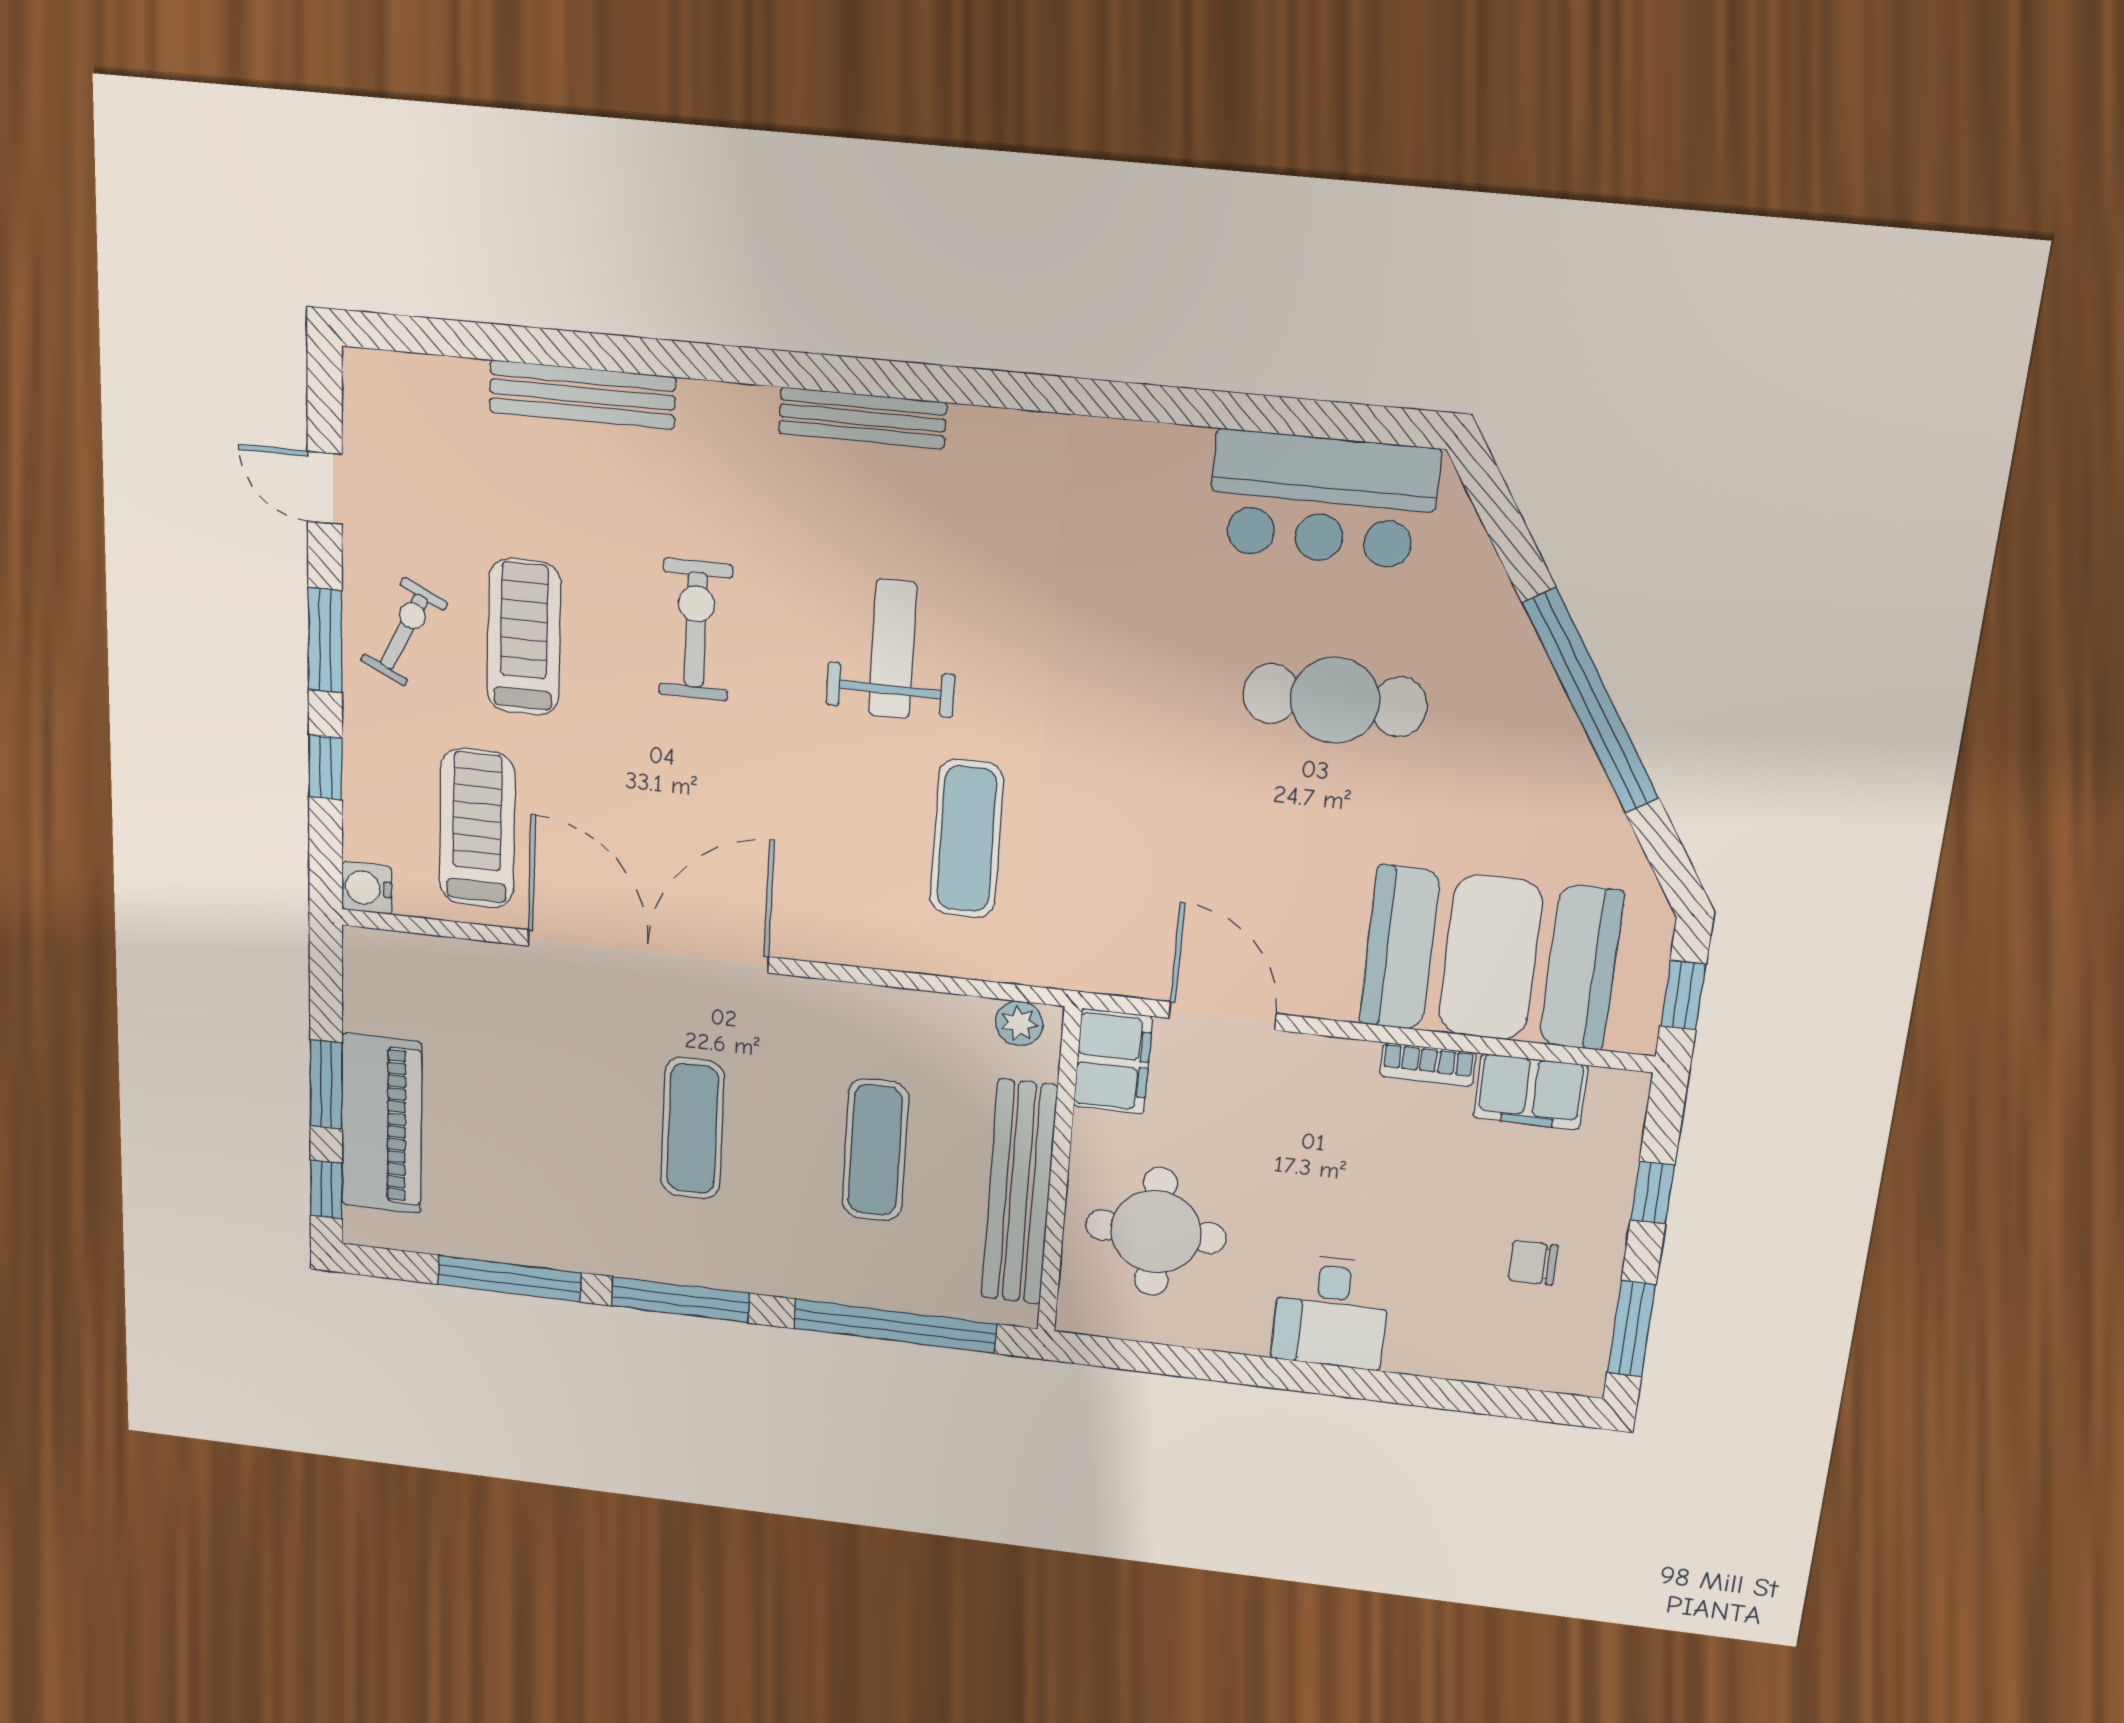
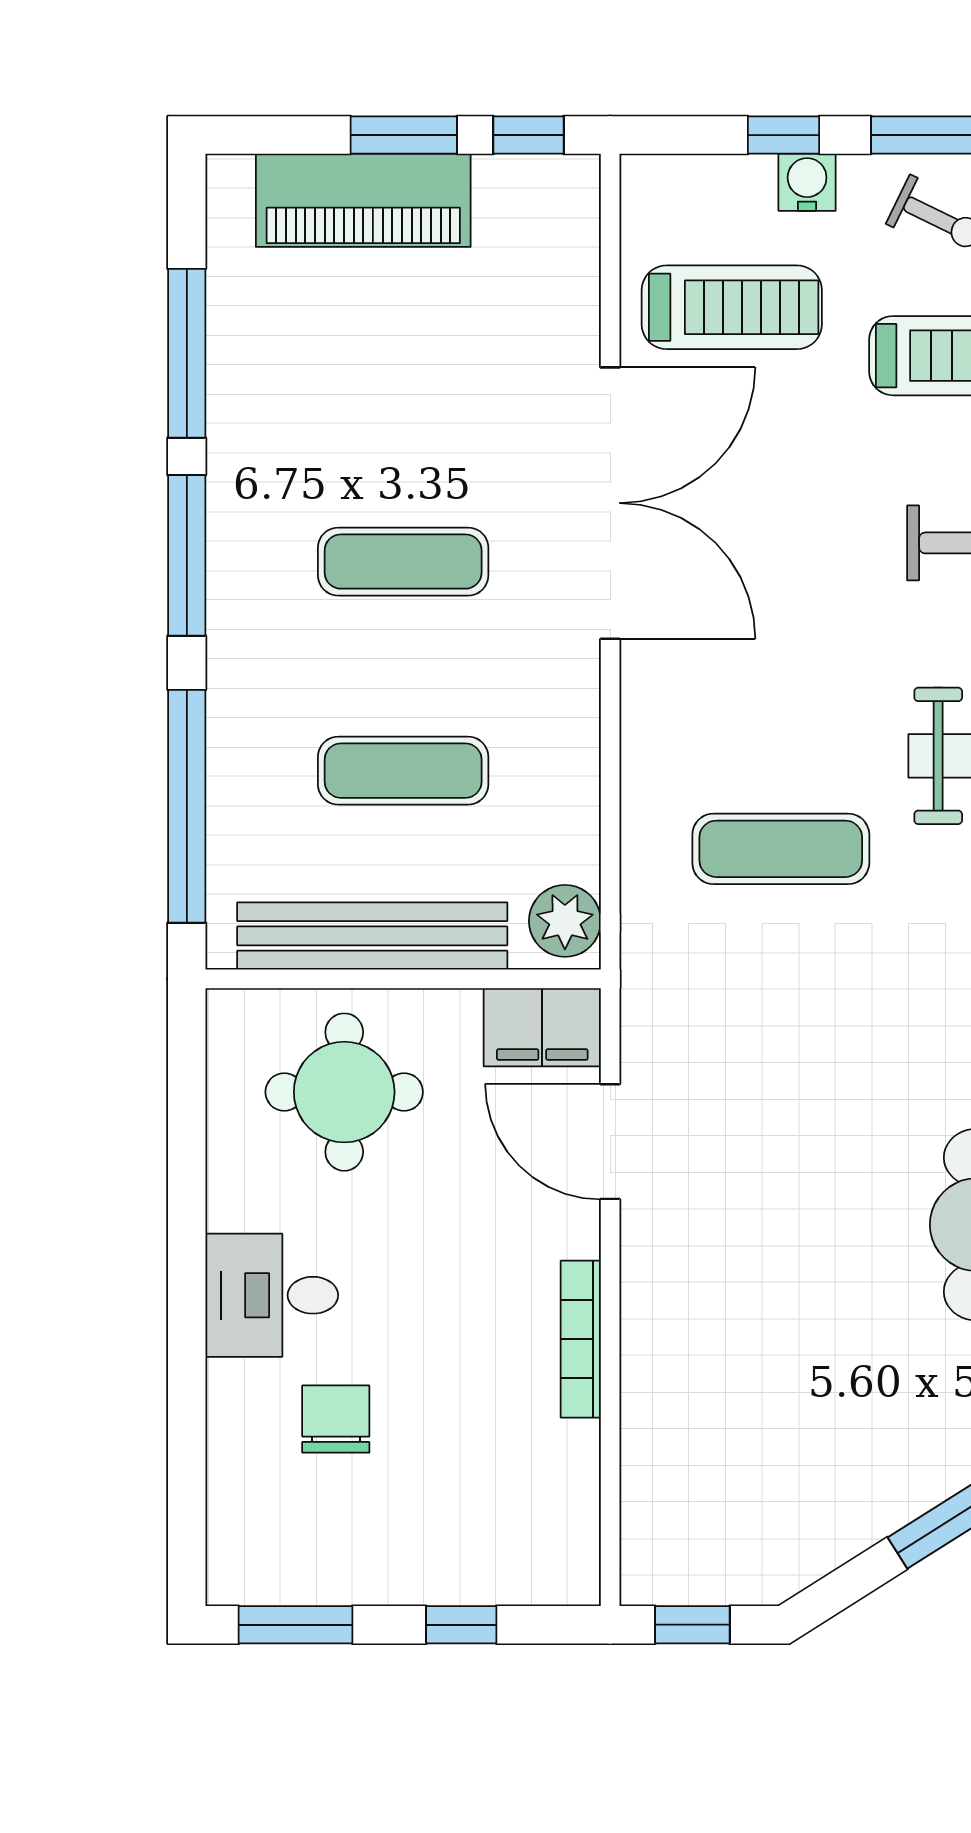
water cooler: (367, 888) -> (807, 182), moved
booth: (1490, 958) -> (711, 1419), removed
door: (1223, 1016) -> (610, 1142), swing flipped
plant: (1019, 1023) -> (565, 921), width x1.38, depth x1.38
bookcase: (1428, 1064) -> (581, 1339), width x1.56
filing cabinet: (1530, 1092) -> (563, 1480), removed
window: (326, 1190) -> (529, 135), moved
chair: (1533, 1263) -> (336, 1419), moved, width x1.37, depth x1.37

